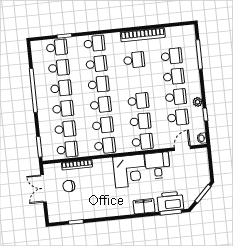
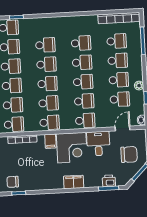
bookcase: (143, 35) -> (119, 18), moved
school desk: (94, 43) -> (82, 62), moved
filing cabinet: (107, 165) -> (50, 141), added
chair: (191, 175) -> (129, 154), added
chair: (69, 186) -> (13, 182), moved
printer: (170, 201) -> (109, 181), width x0.53, depth x0.68
filing cabinet: (144, 206) -> (74, 182), moved

